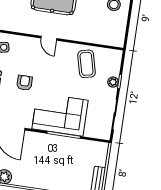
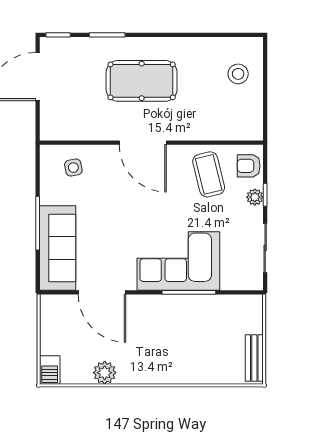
door: (49, 38) -> (143, 143), width x1.87
armchair: (25, 83) -> (249, 166), moved, turned -90

